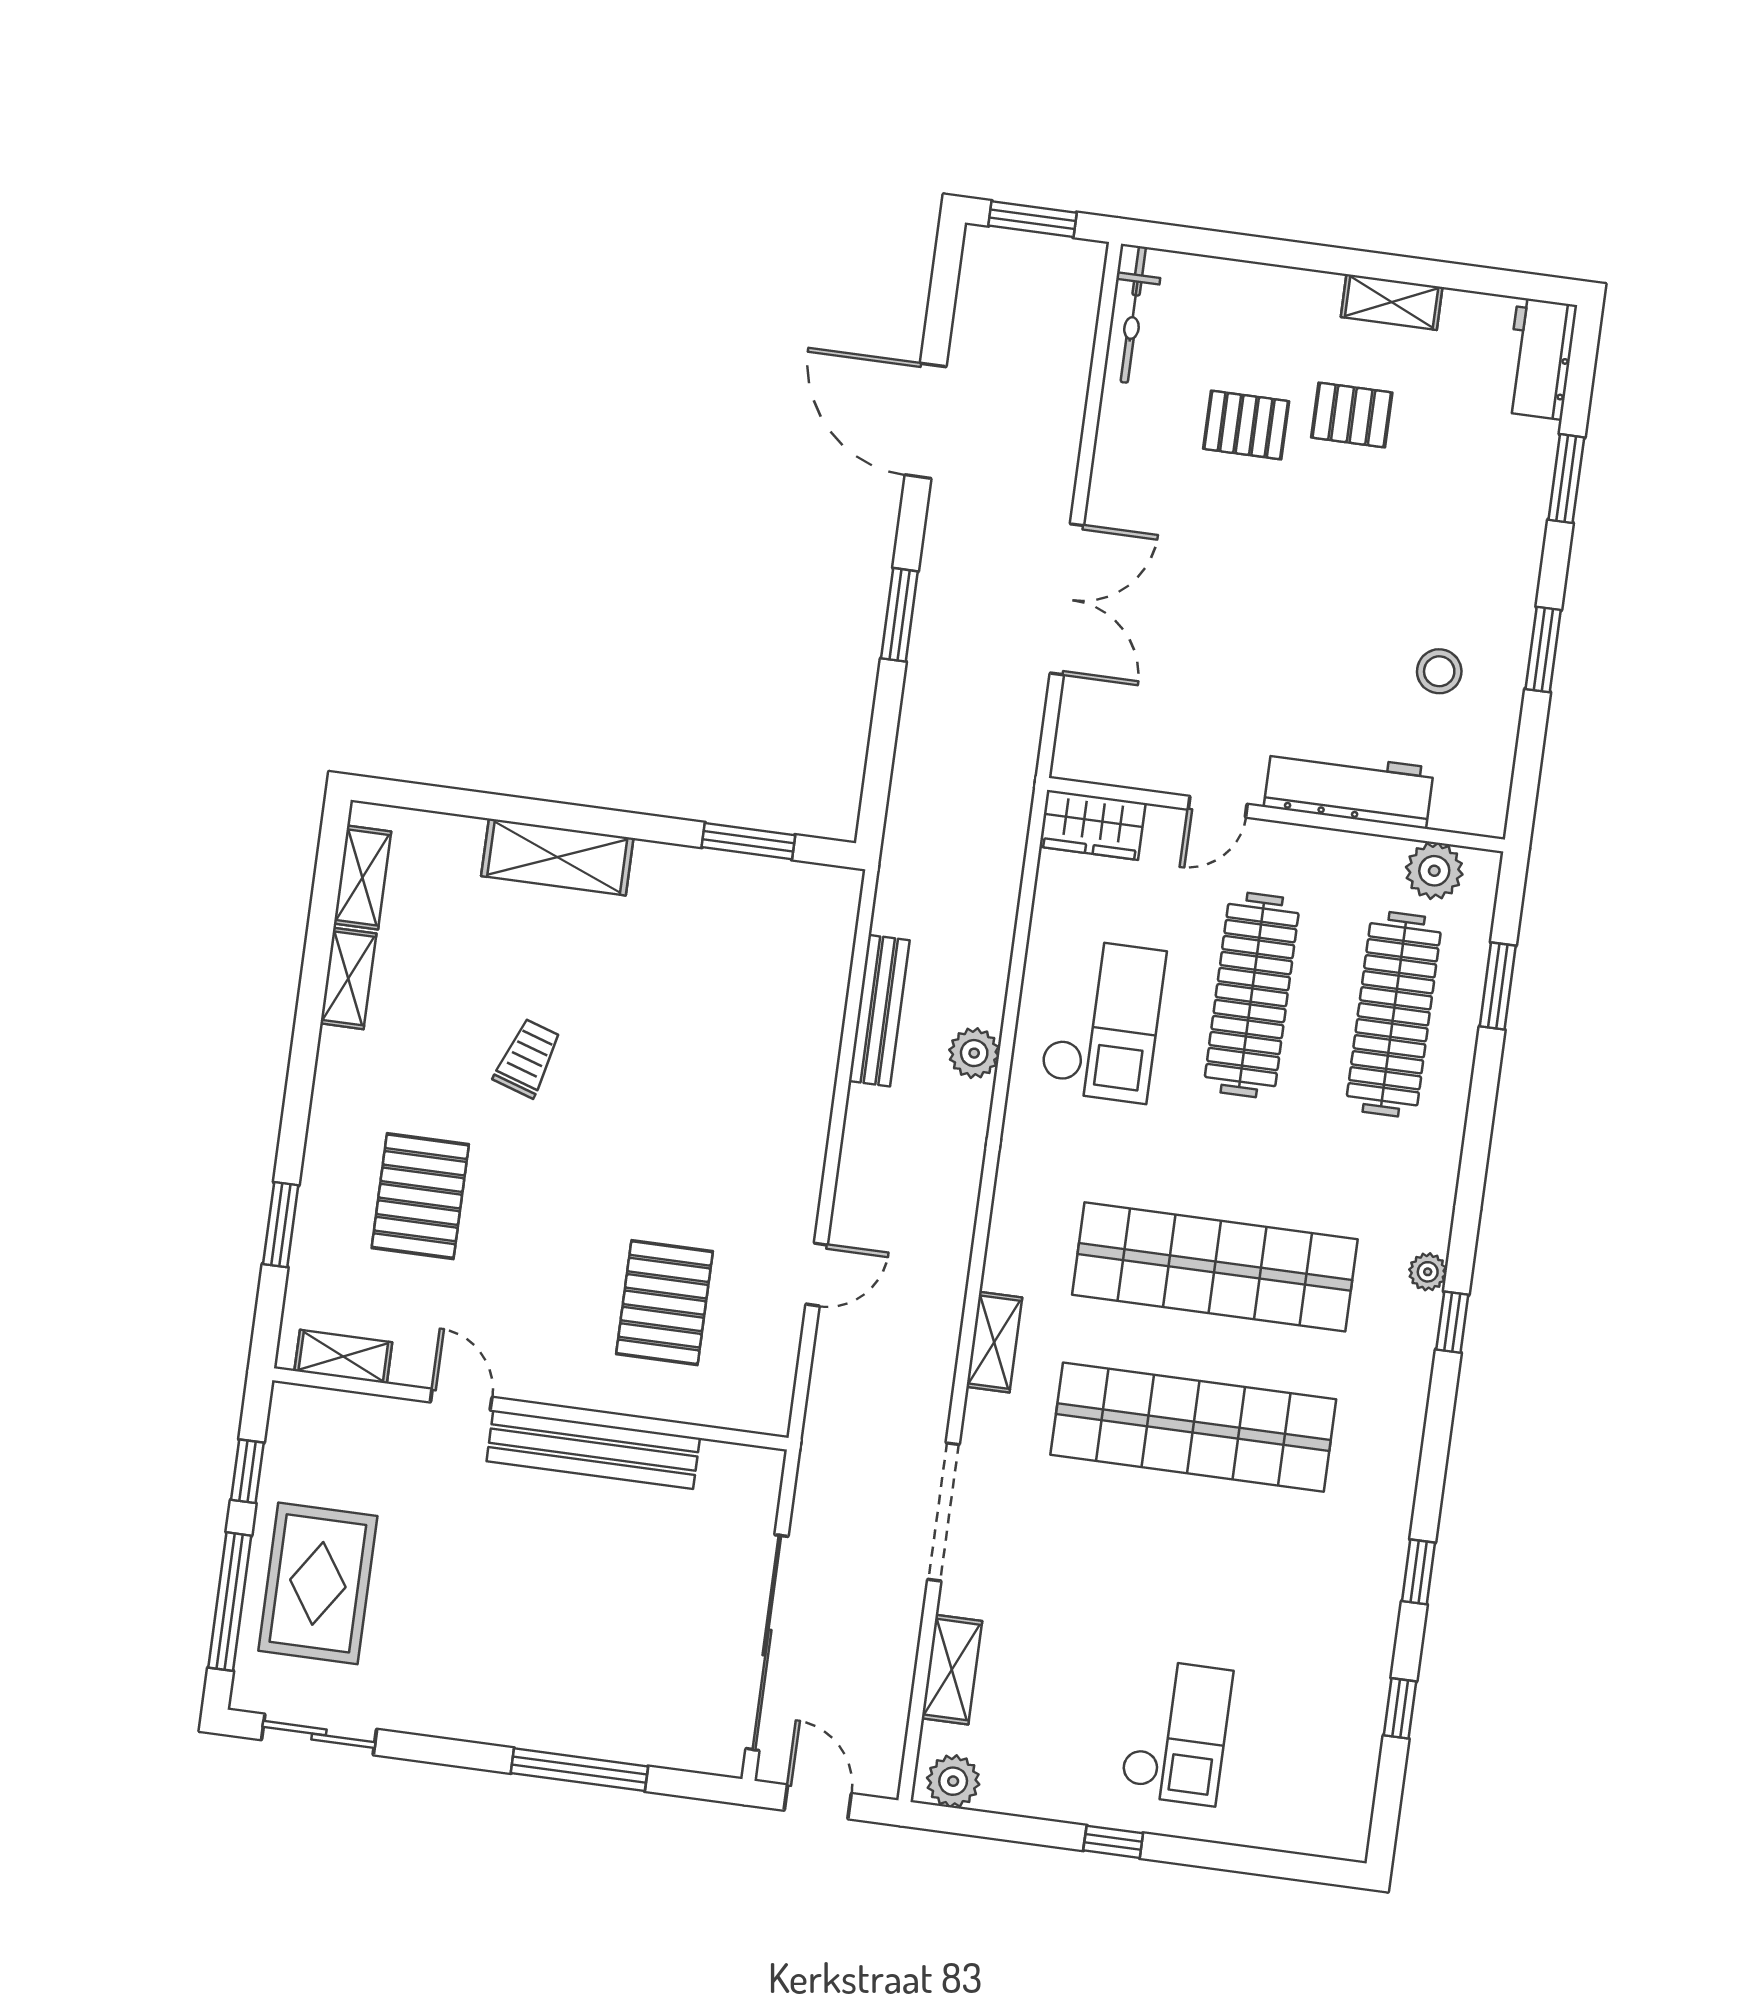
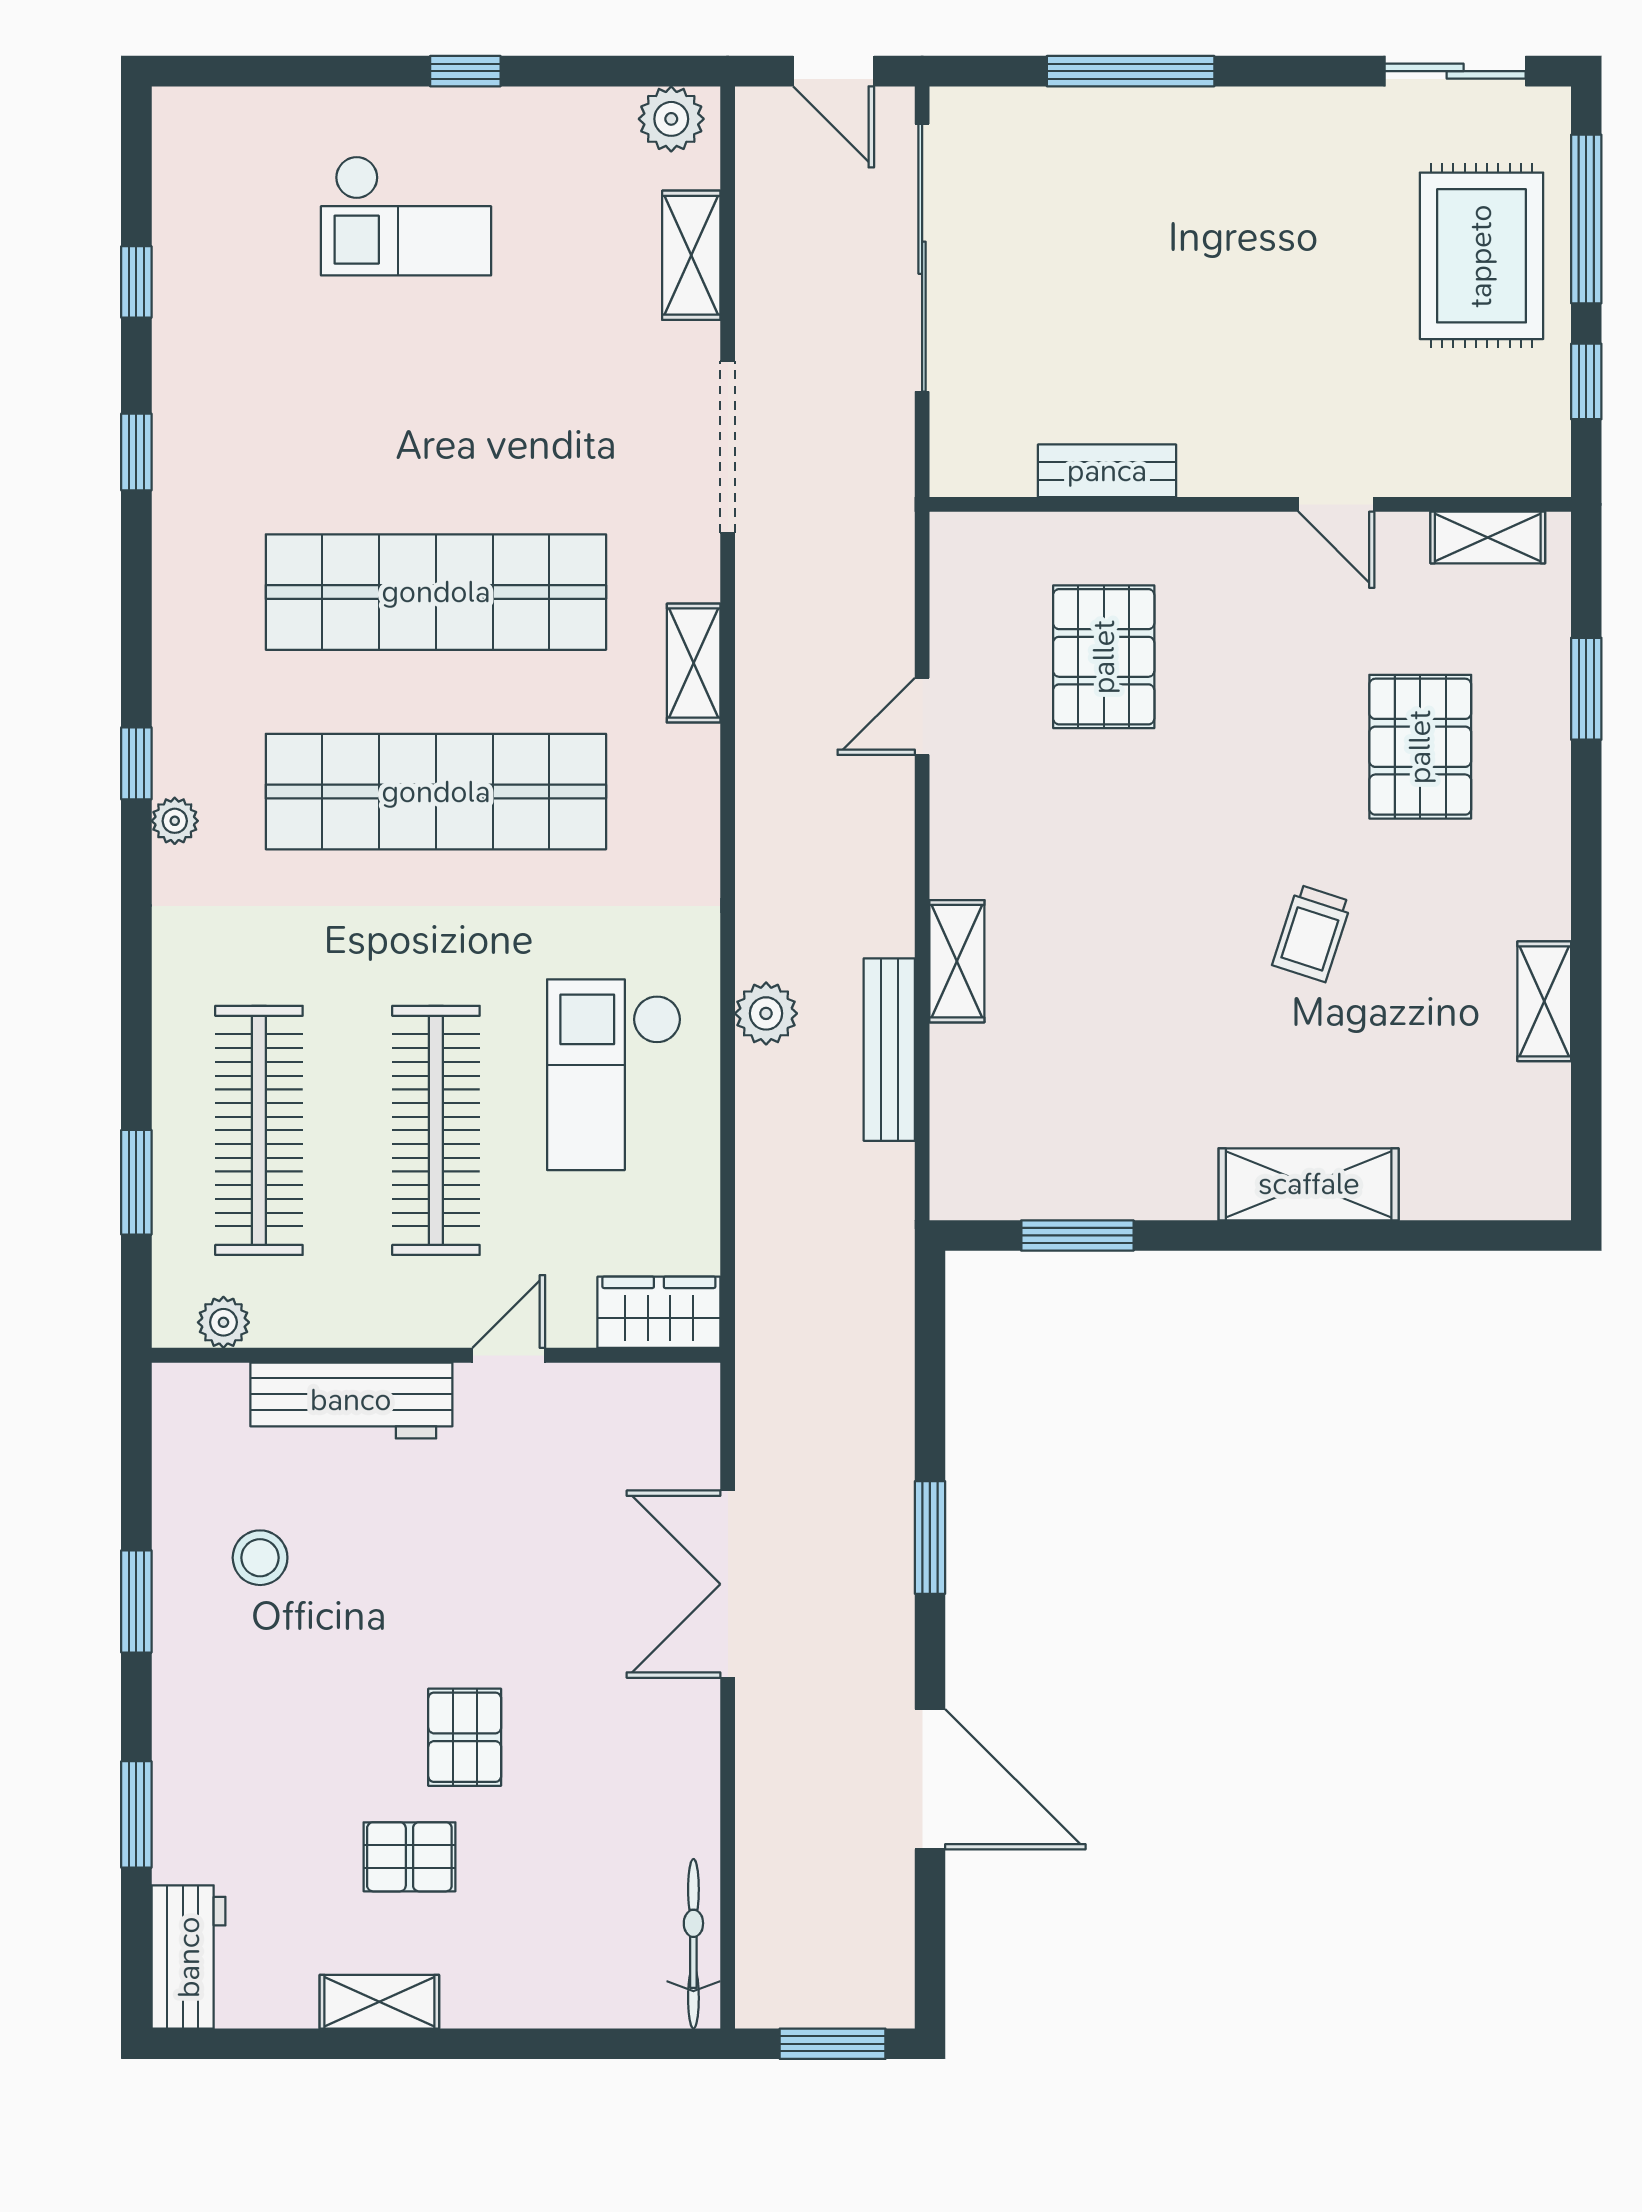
pallet: (1246, 425) -> (465, 1737), moved, turned 90
plant: (1434, 871) -> (223, 1322), width x0.73, depth x0.73
shelving: (363, 878) -> (957, 961), moved
bench: (593, 1450) -> (1107, 471), width x0.54, depth x0.82
checkout: (1176, 1732) -> (406, 216), turned -90

